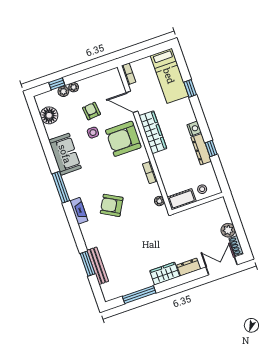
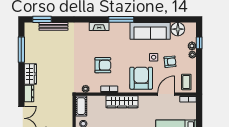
coffee table: (109, 83) -> (186, 82), added
wardrobe: (153, 132) -> (122, 102), moved
sofa: (65, 154) -> (150, 31), width x1.36
armchair: (112, 205) -> (103, 65), moved, turned 61
window: (88, 264) -> (42, 19), moved

